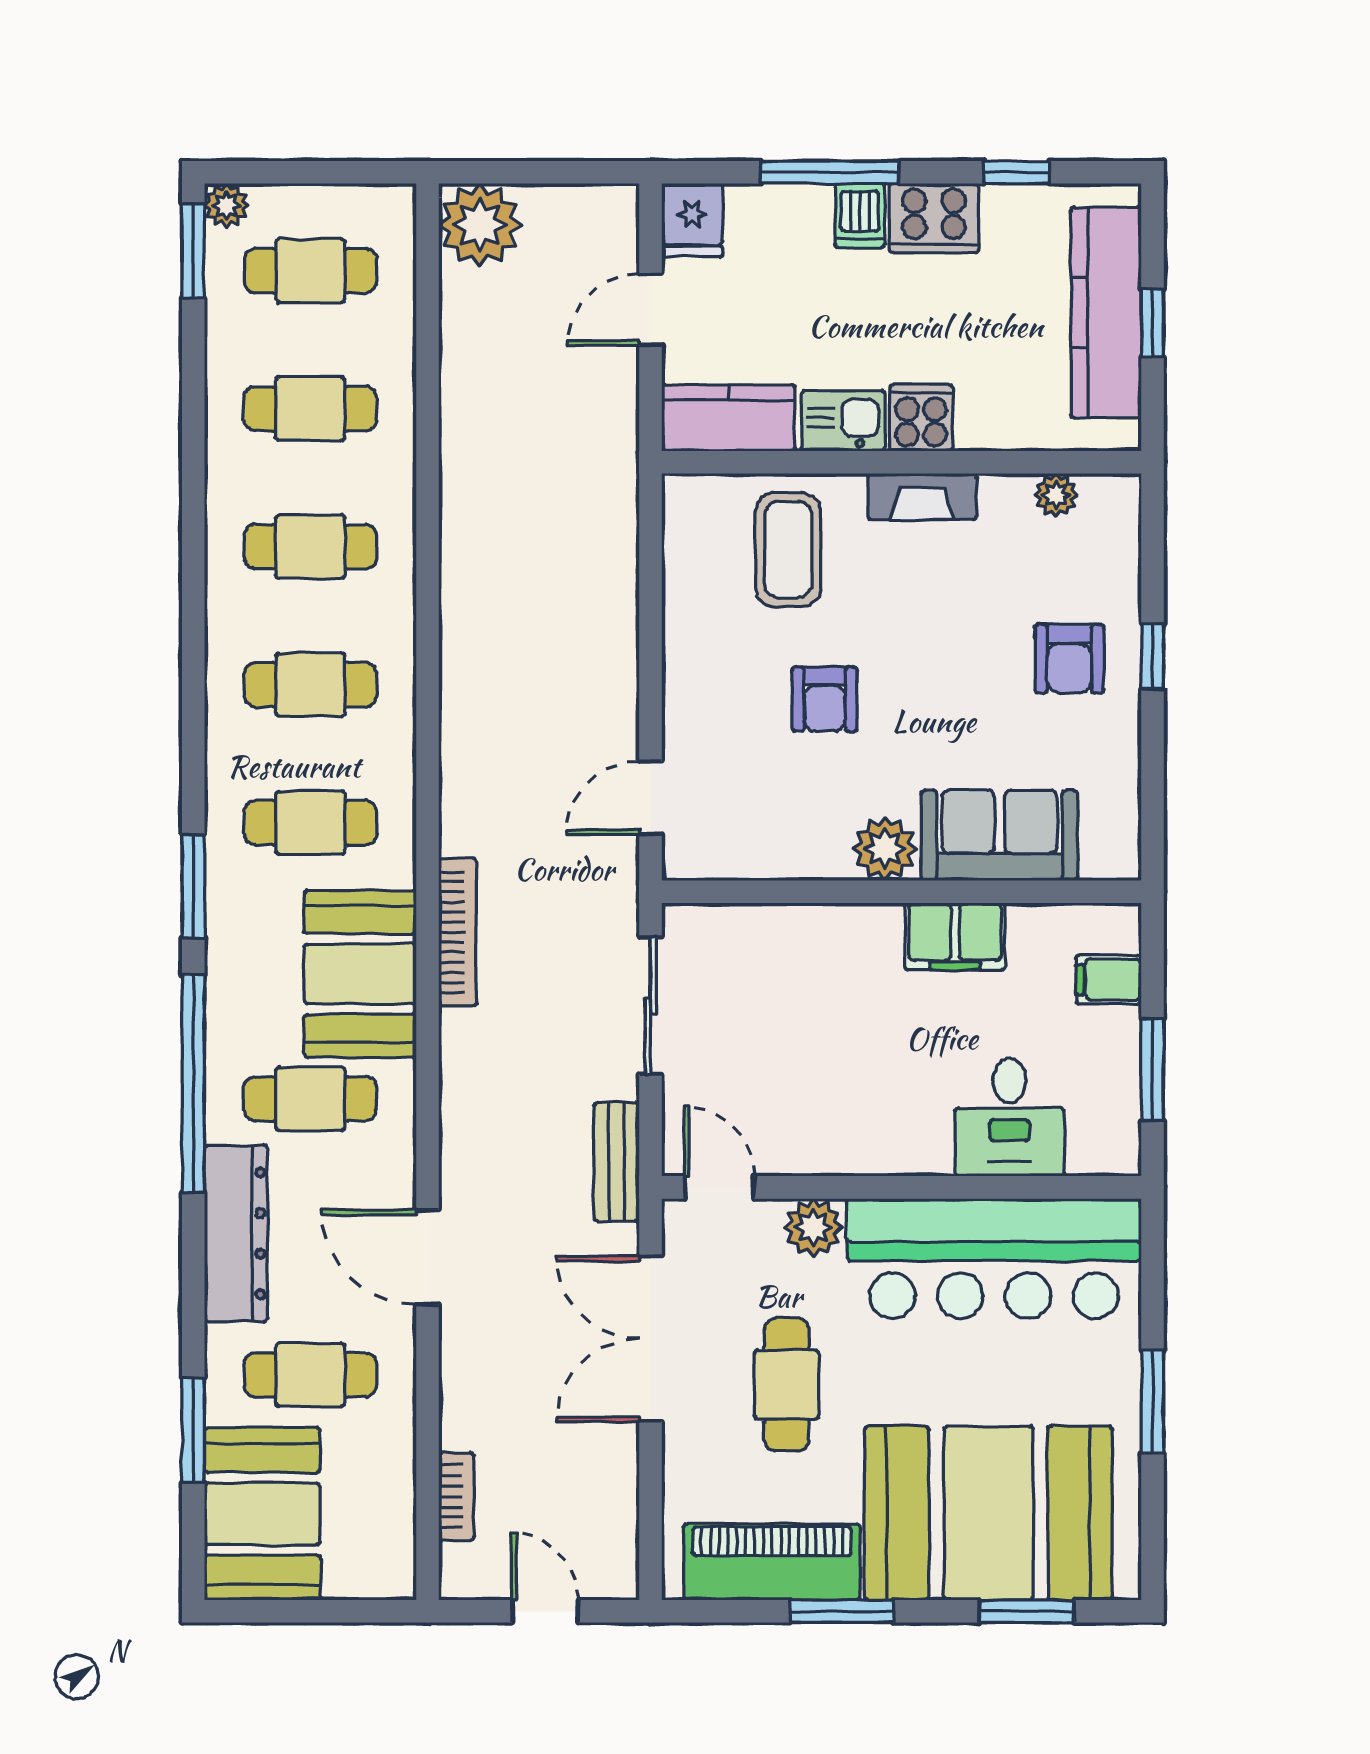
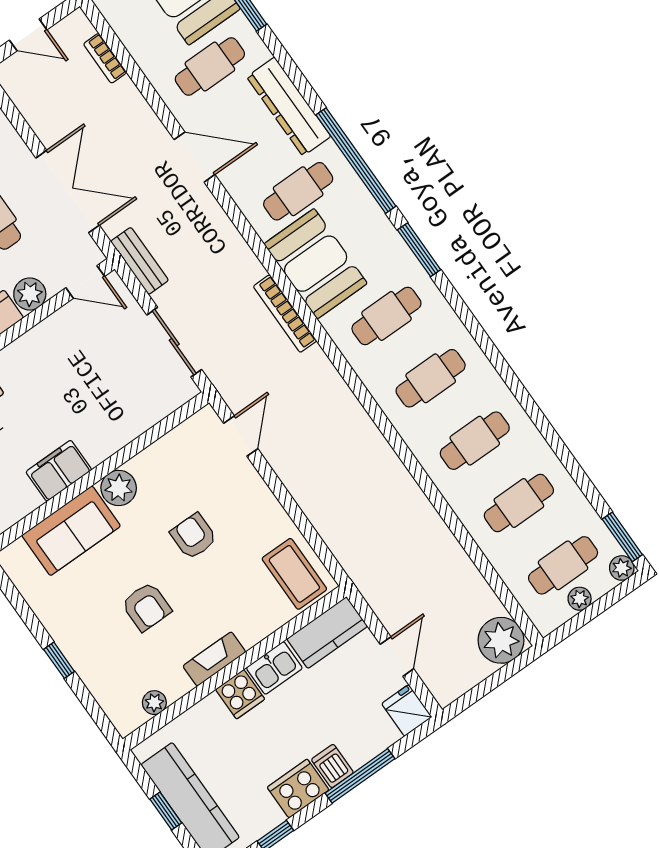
plant: (321, 204) -> (580, 599), added
coffee table: (788, 550) -> (294, 574), moved
armchair: (1069, 658) -> (146, 607), moved, turned 180

